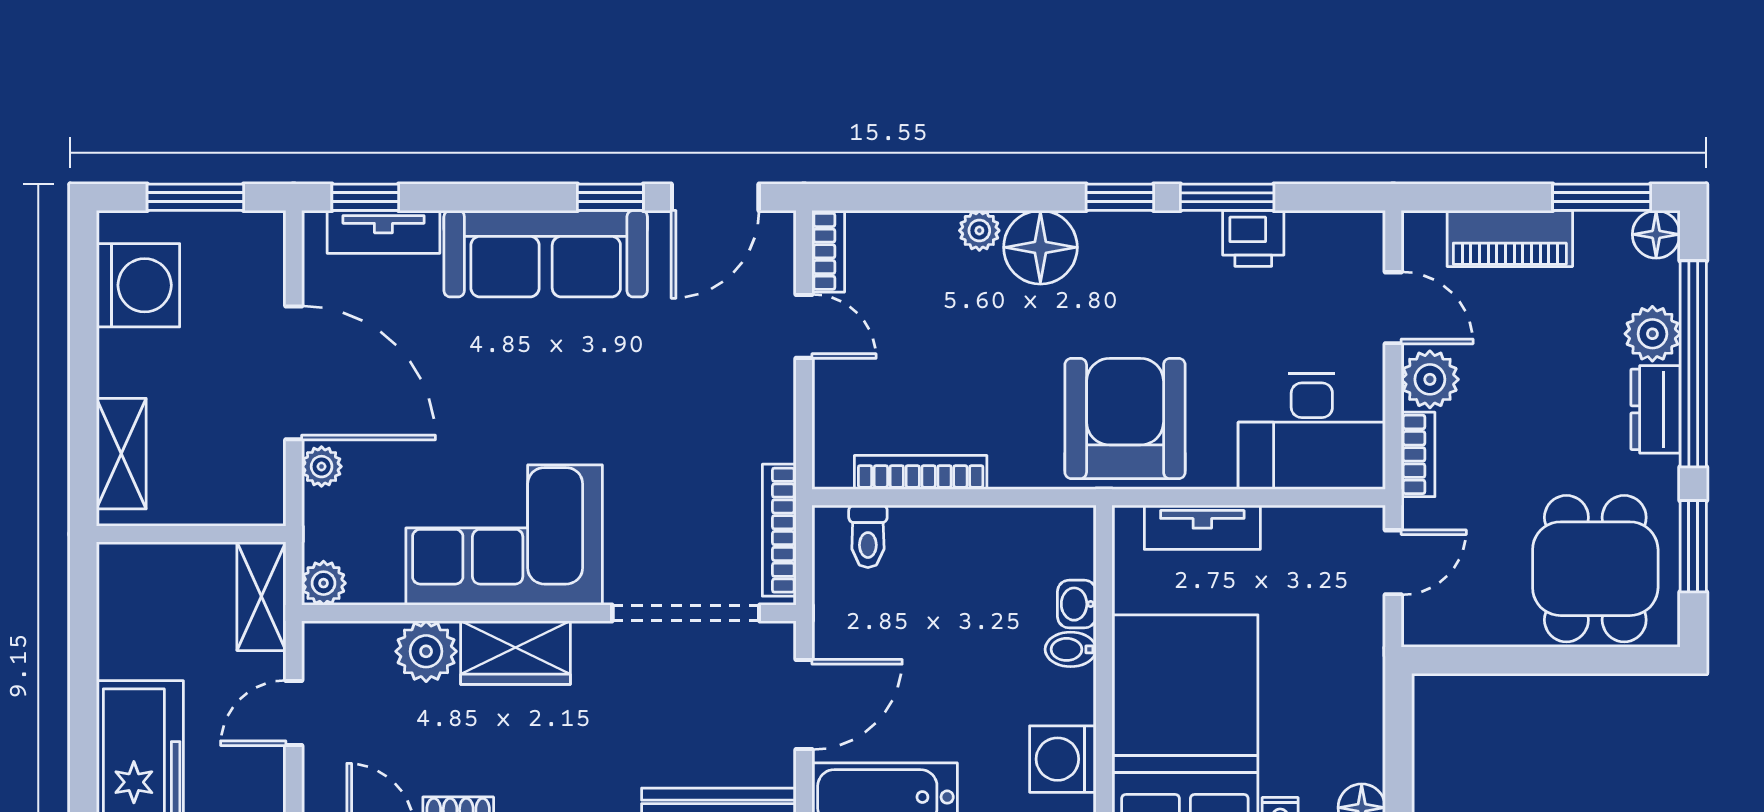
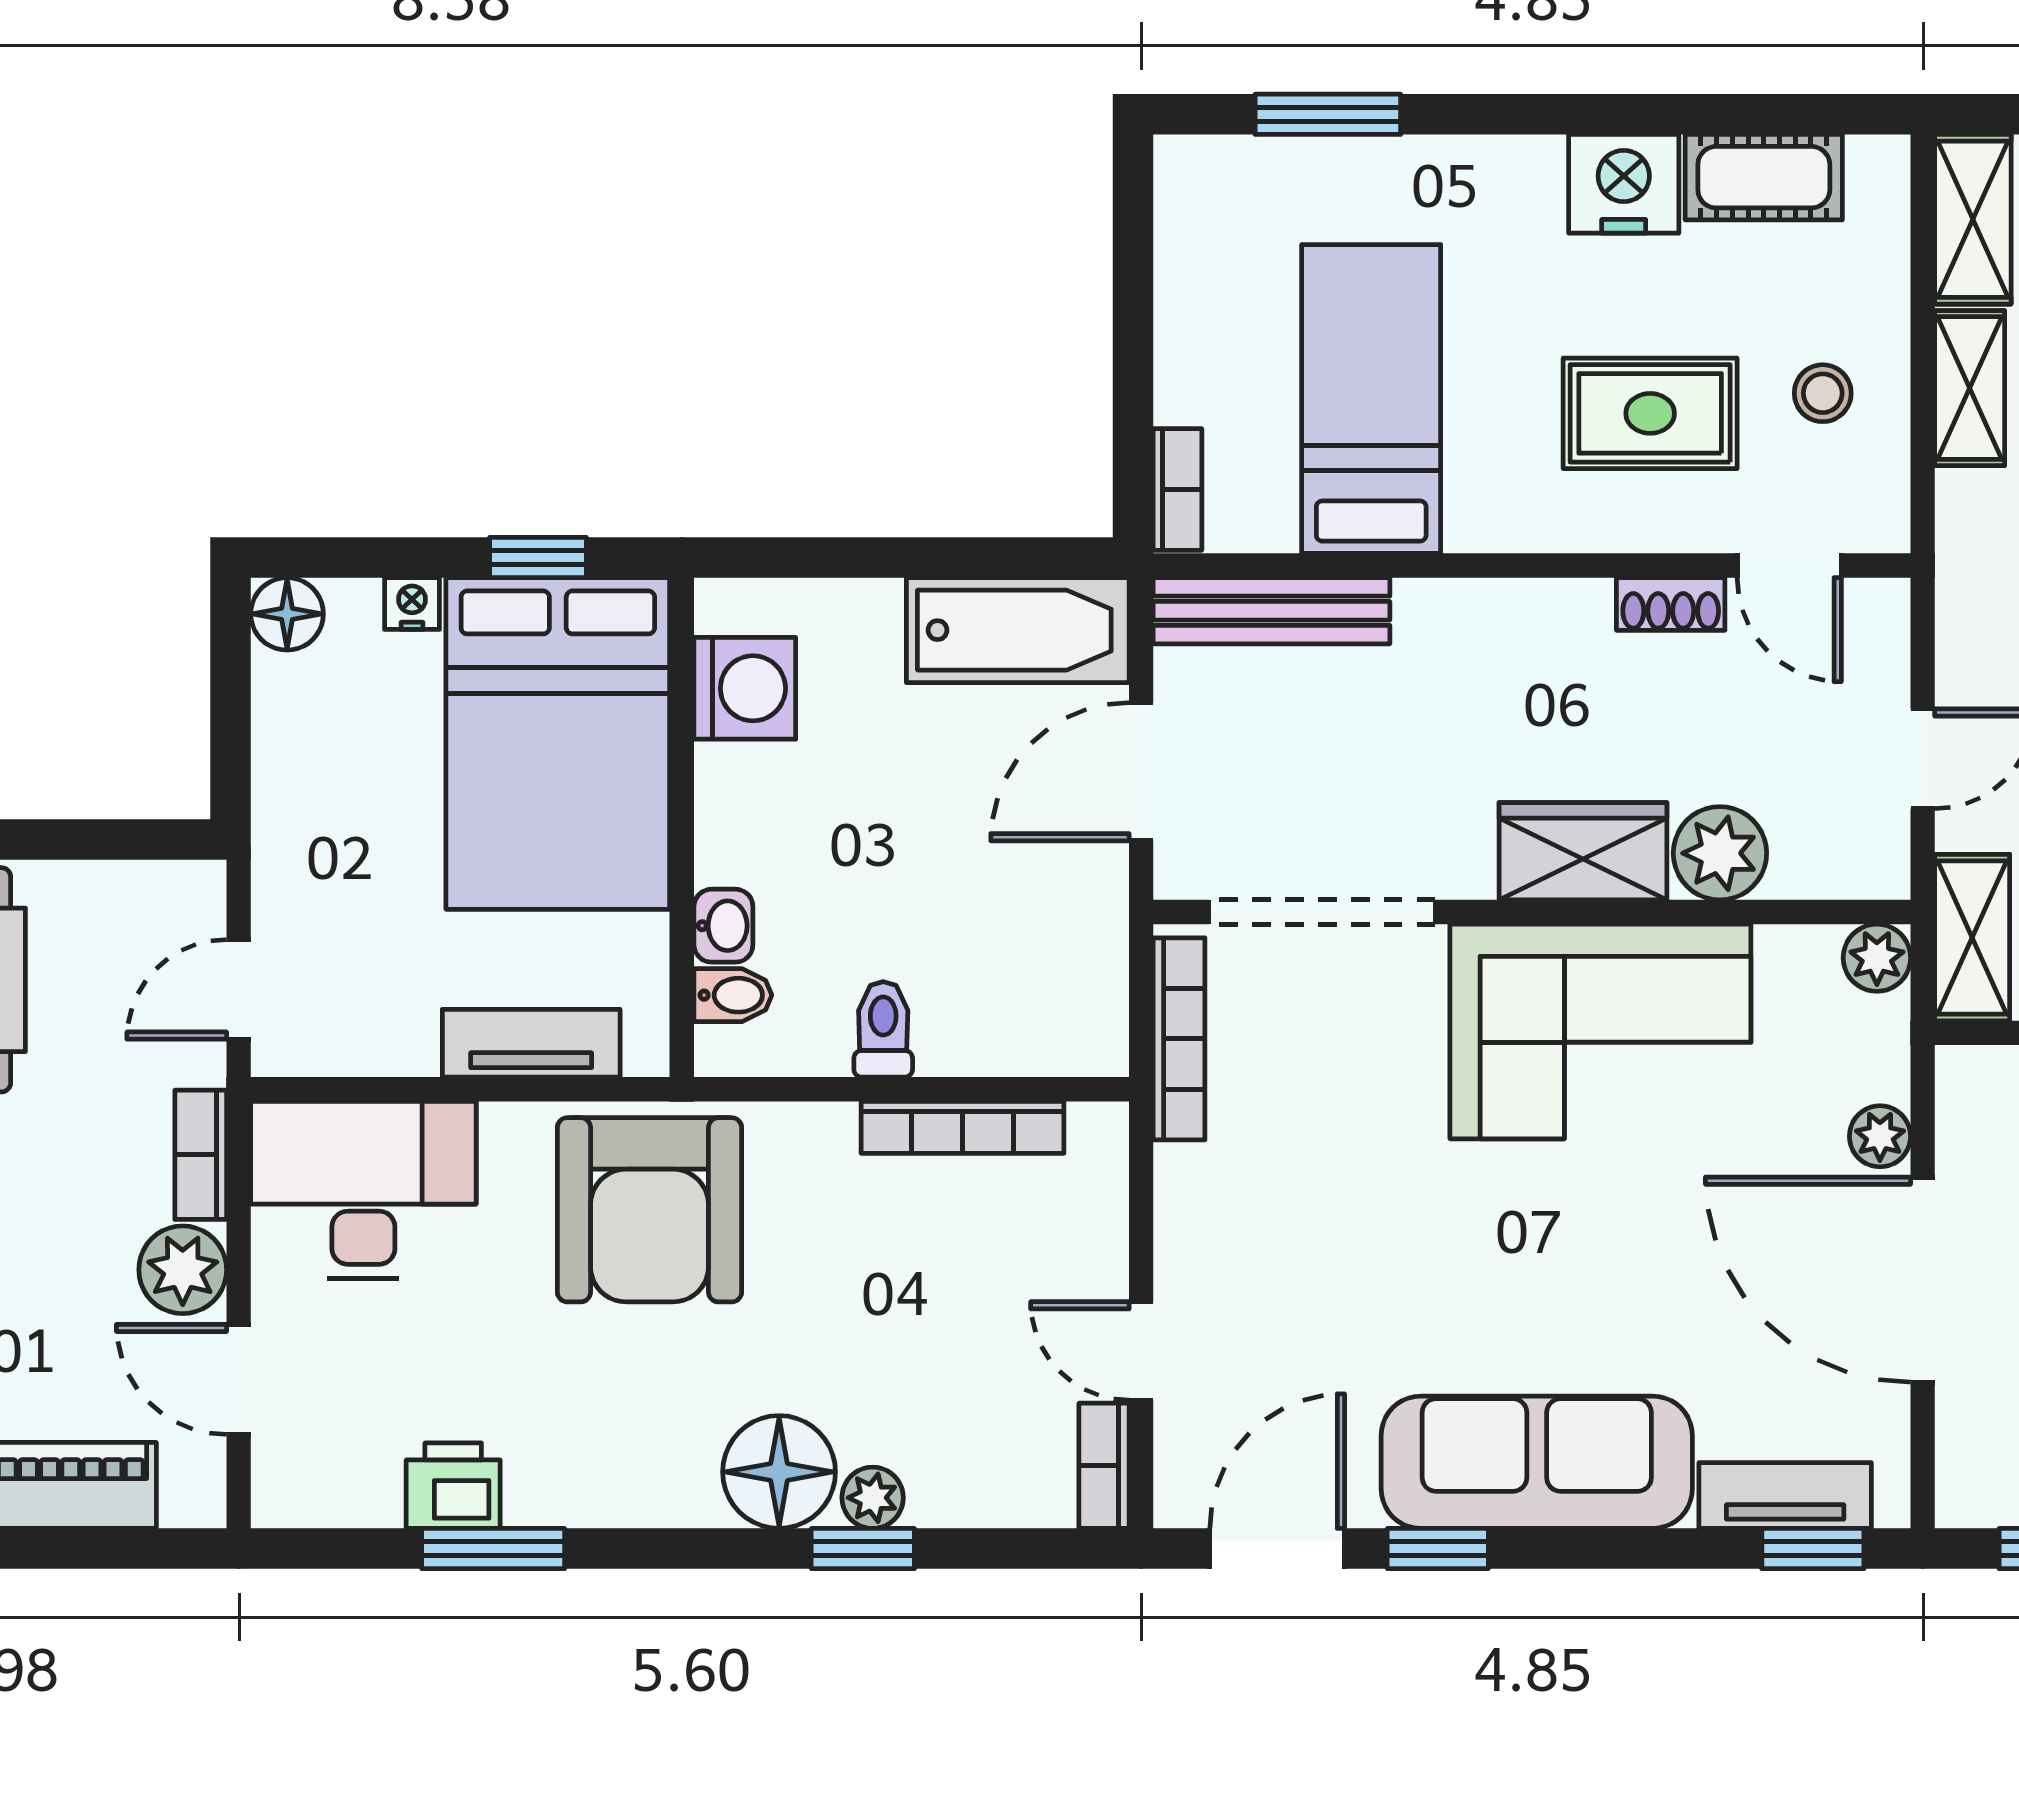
window: (1120, 197) -> (863, 1549), moved
toilet: (868, 536) -> (883, 1029), moved
bidet: (1071, 649) -> (733, 995), moved

